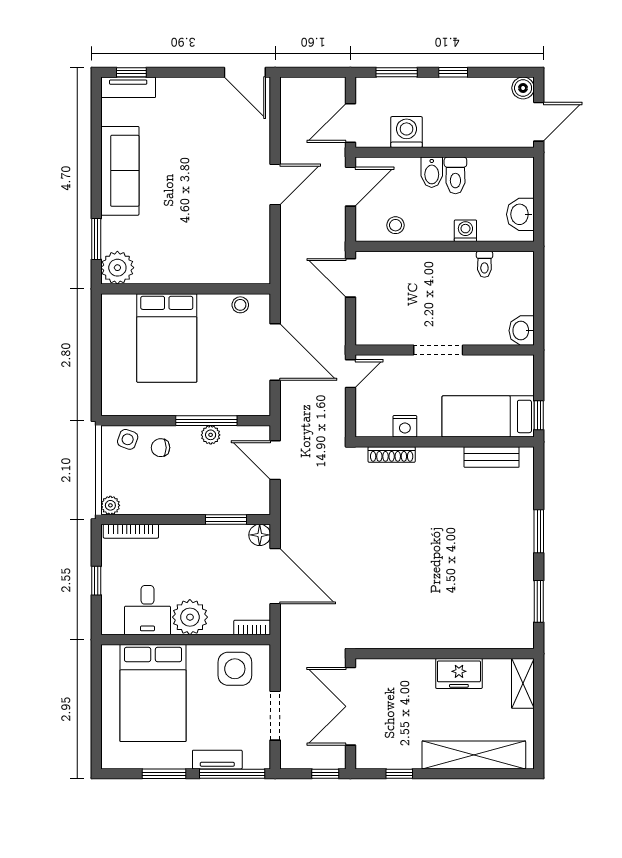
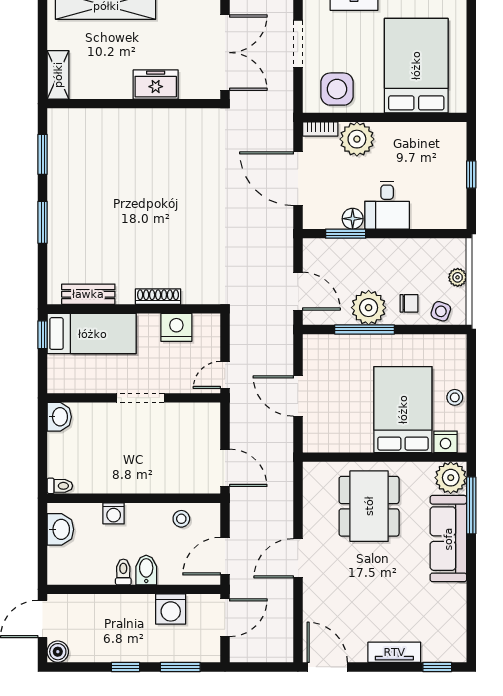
tv unit: (128, 87) -> (394, 652), moved
sofa: (120, 171) -> (448, 539), moved
toilet: (455, 175) -> (123, 572), width x0.73, depth x0.72
dining table: (202, 238) -> (369, 506), added
window: (96, 239) -> (471, 505), width x1.44
toilet: (484, 264) -> (60, 486), moved, turned 90
nightstand: (123, 305) -> (445, 442), added
stool: (240, 305) -> (455, 397), moved
door: (275, 352) -> (298, 396), width x0.73
nightstand: (405, 426) -> (176, 327), width x1.36, depth x1.33
plant: (211, 435) -> (369, 308), width x1.88, depth x1.88
shoe rack: (392, 454) -> (158, 297), moved
plant: (110, 505) -> (458, 277), moved
bookcase: (131, 531) -> (438, 222), removed
floor lamp: (260, 535) -> (353, 219), moved
desk: (147, 610) -> (387, 205), moved, turned 180
plant: (190, 617) -> (357, 139), moved
freezer: (459, 673) -> (156, 85), moved

